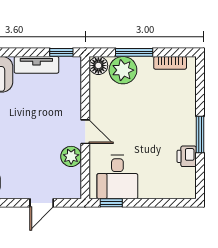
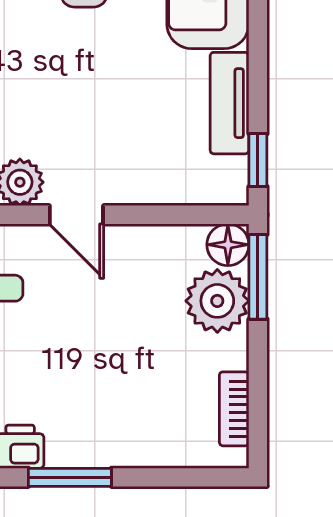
window: (134, 52) -> (258, 277), moved
door: (85, 132) -> (76, 215), hinge flipped

